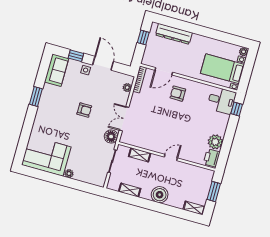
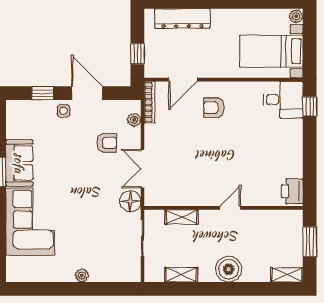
window: (143, 37) -> (137, 54), moved
sofa: (57, 70) -> (19, 163), moved
armchair: (84, 110) -> (107, 143), moved
plant: (215, 142) -> (291, 165), removed
corner sofa: (46, 156) -> (30, 222), moved, turned 90

